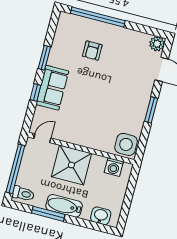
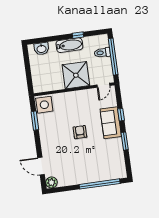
armchair: (92, 51) -> (80, 132), moved
window: (151, 110) -> (35, 121), moved
washing machine: (114, 167) -> (46, 86), removed
toilet: (23, 194) -> (102, 53), moved
window: (48, 214) -> (78, 35), width x0.46

